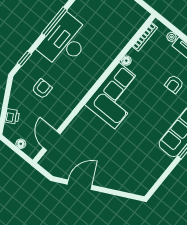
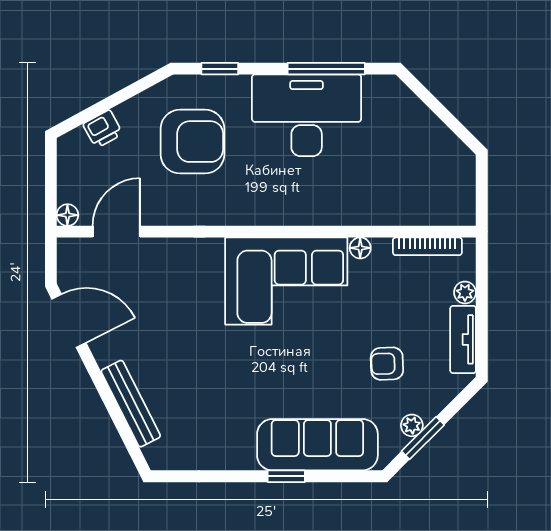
armchair: (42, 89) -> (192, 142), width x1.88, depth x1.88
floor lamp: (21, 144) -> (67, 215), moved
bench: (115, 184) -> (131, 404), added
door: (80, 185) -> (69, 321), moved

